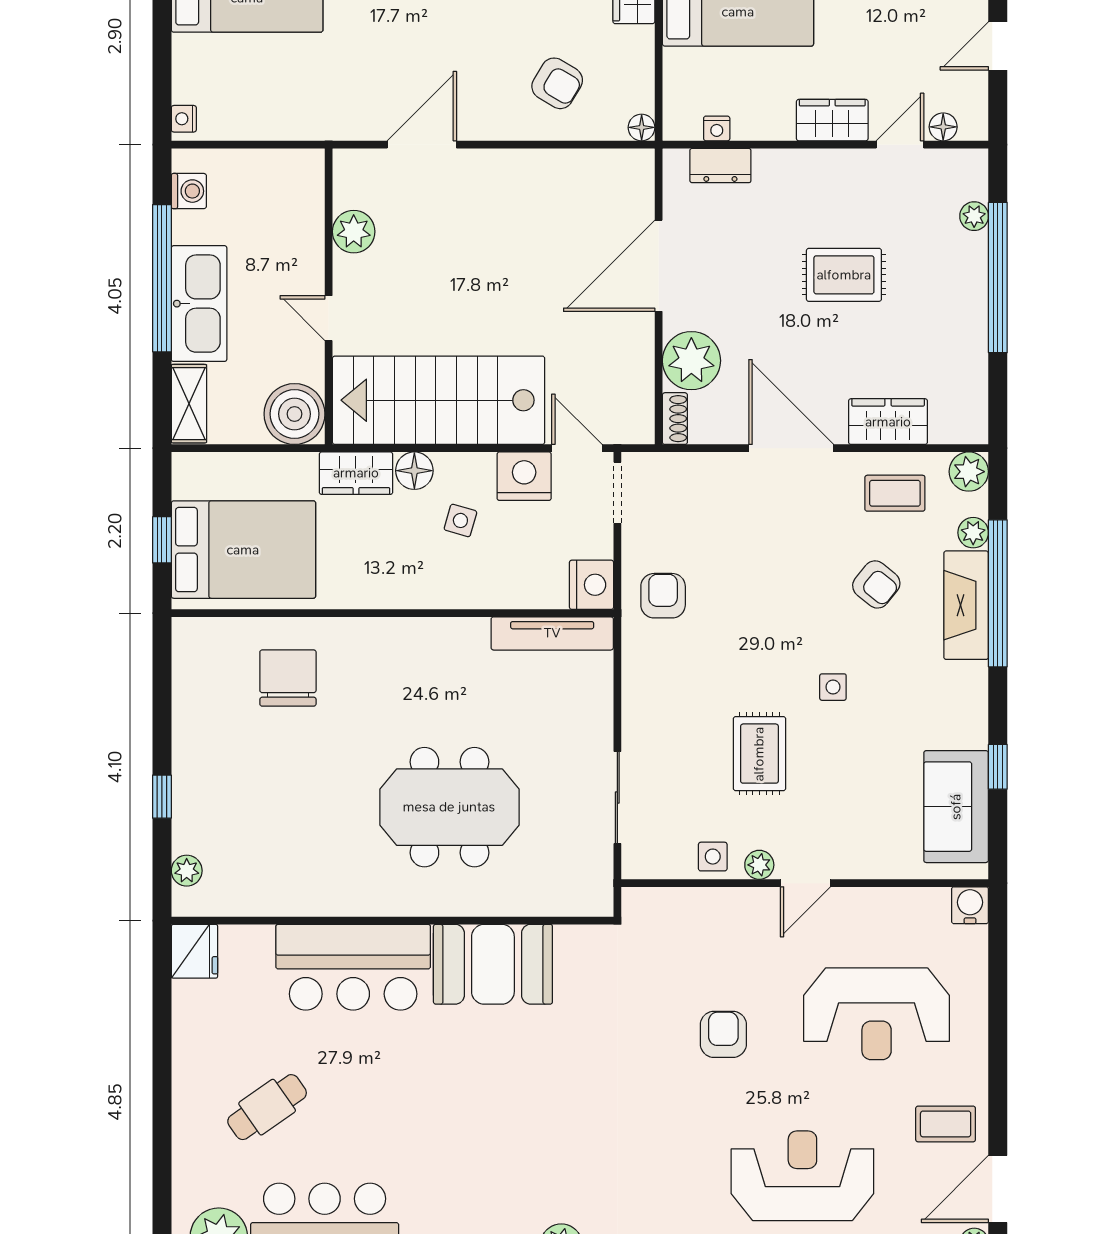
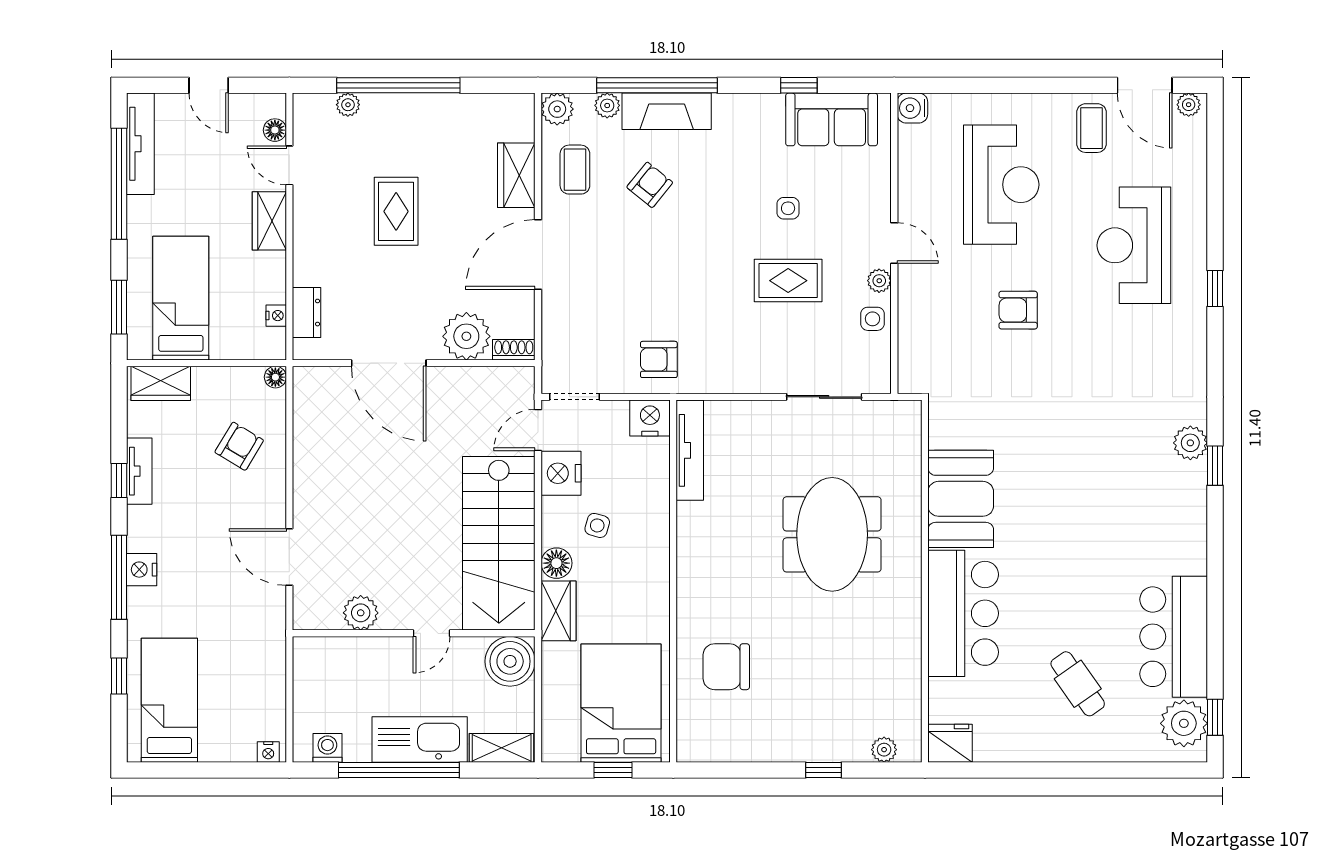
side table: (833, 687) -> (788, 208), moved

